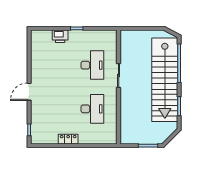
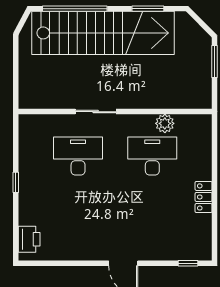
printer: (60, 36) -> (29, 239), moved
plant: (111, 116) -> (165, 123), added

